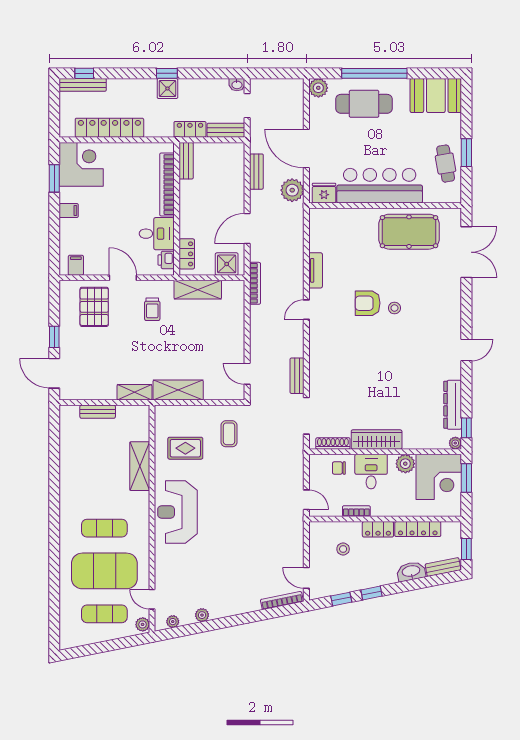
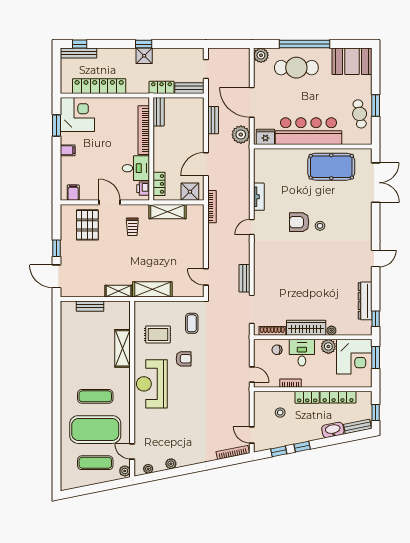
washbasin: (237, 85) -> (198, 53), removed
plant: (455, 443) -> (331, 330), moved
armchair: (218, 480) -> (184, 359), added

